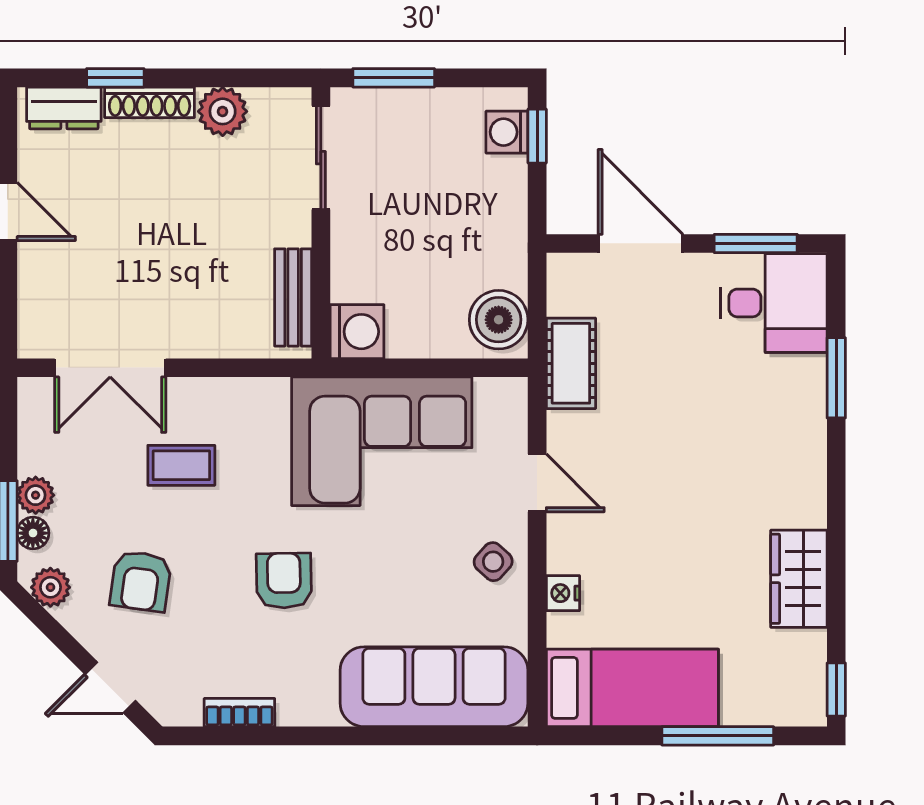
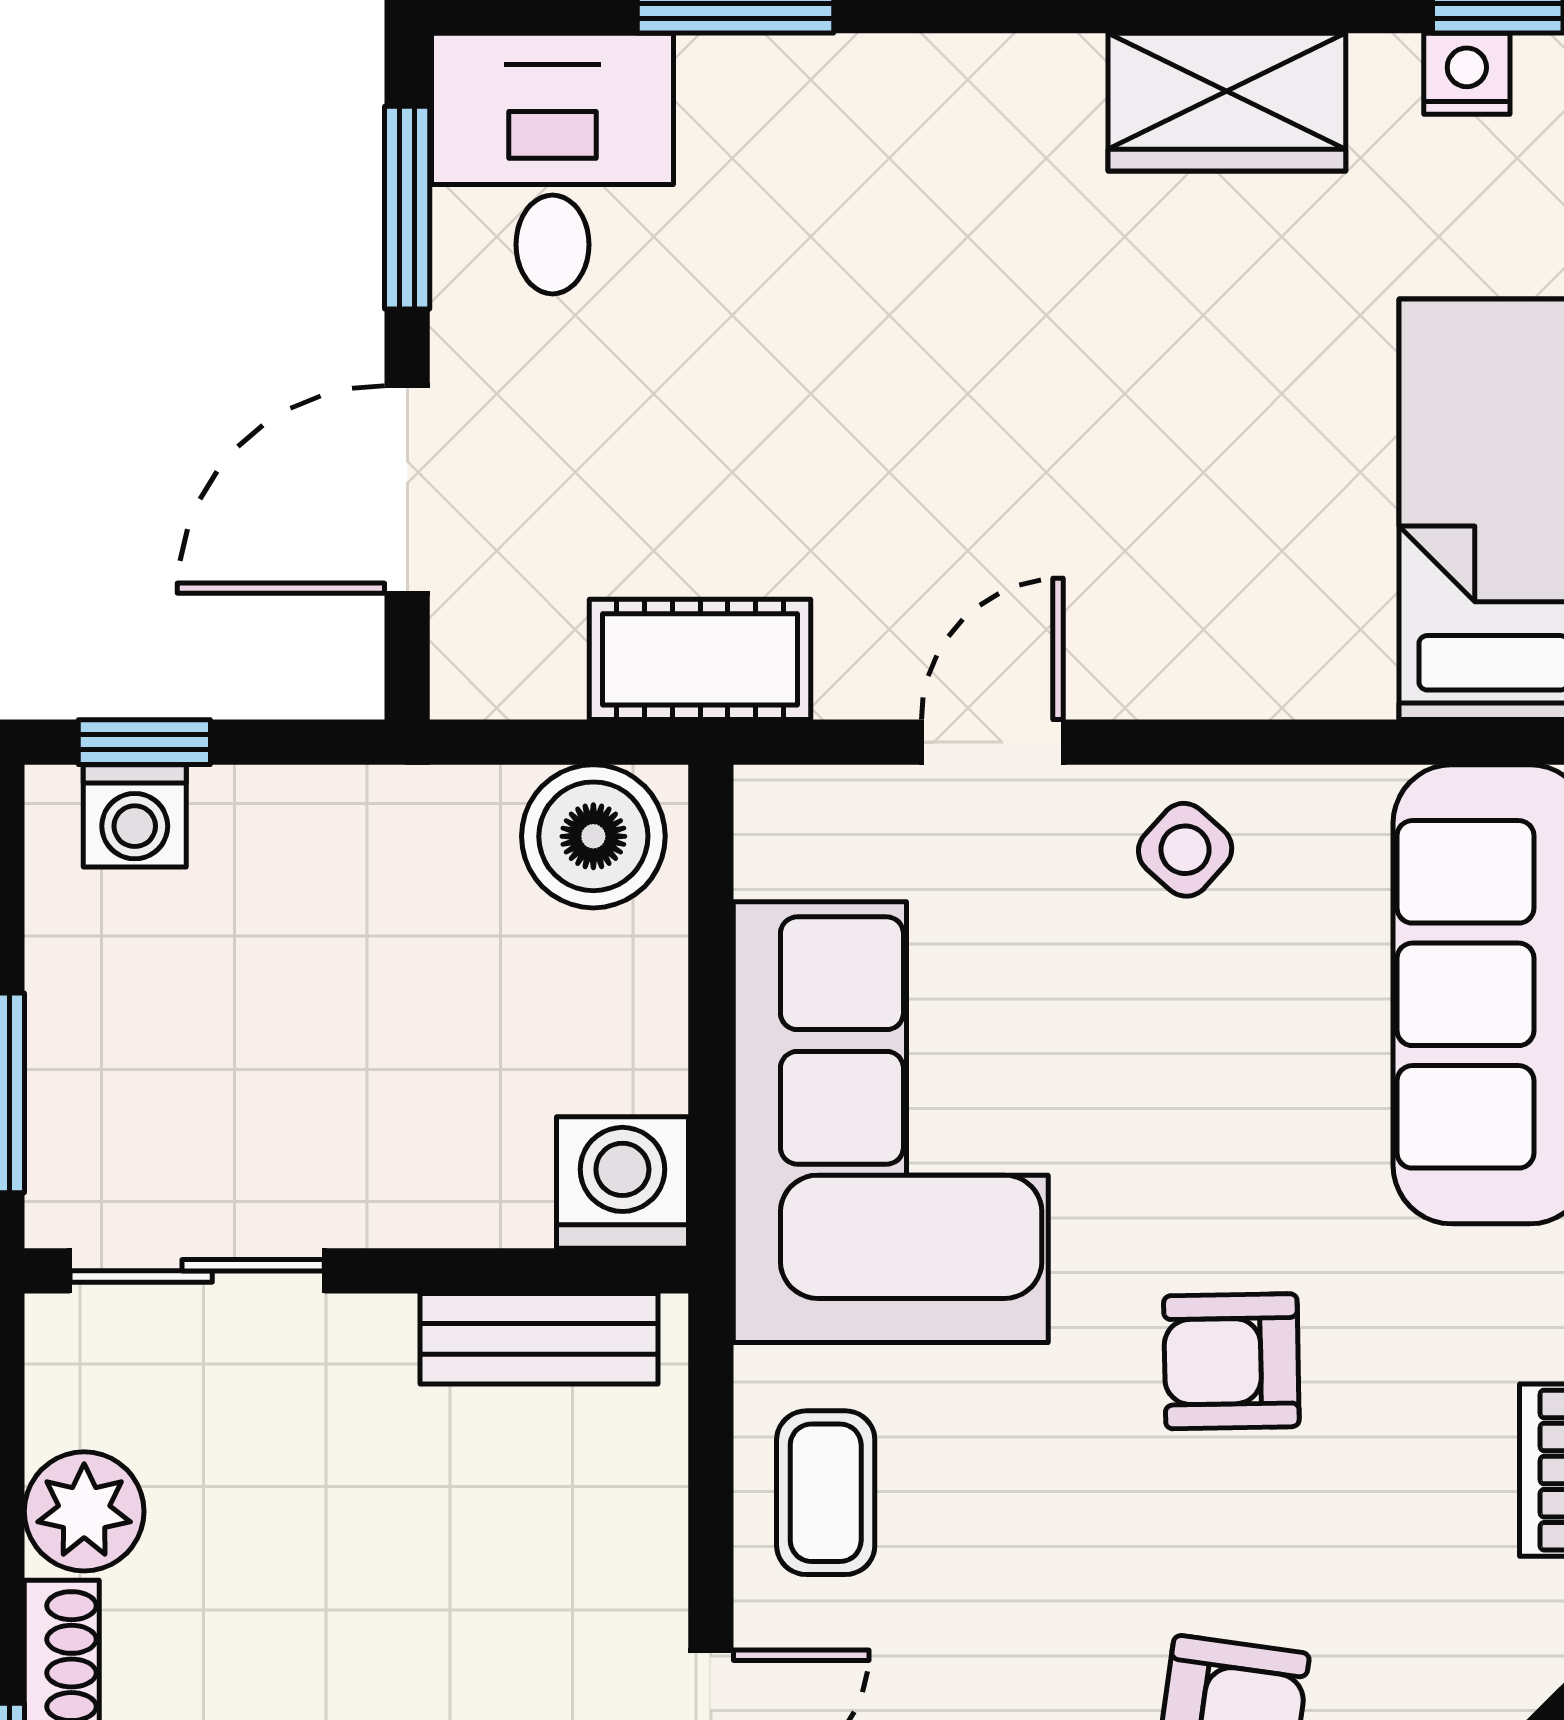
coffee table: (181, 465) -> (826, 1493), moved
nightstand: (563, 593) -> (1467, 74), moved, turned 180

